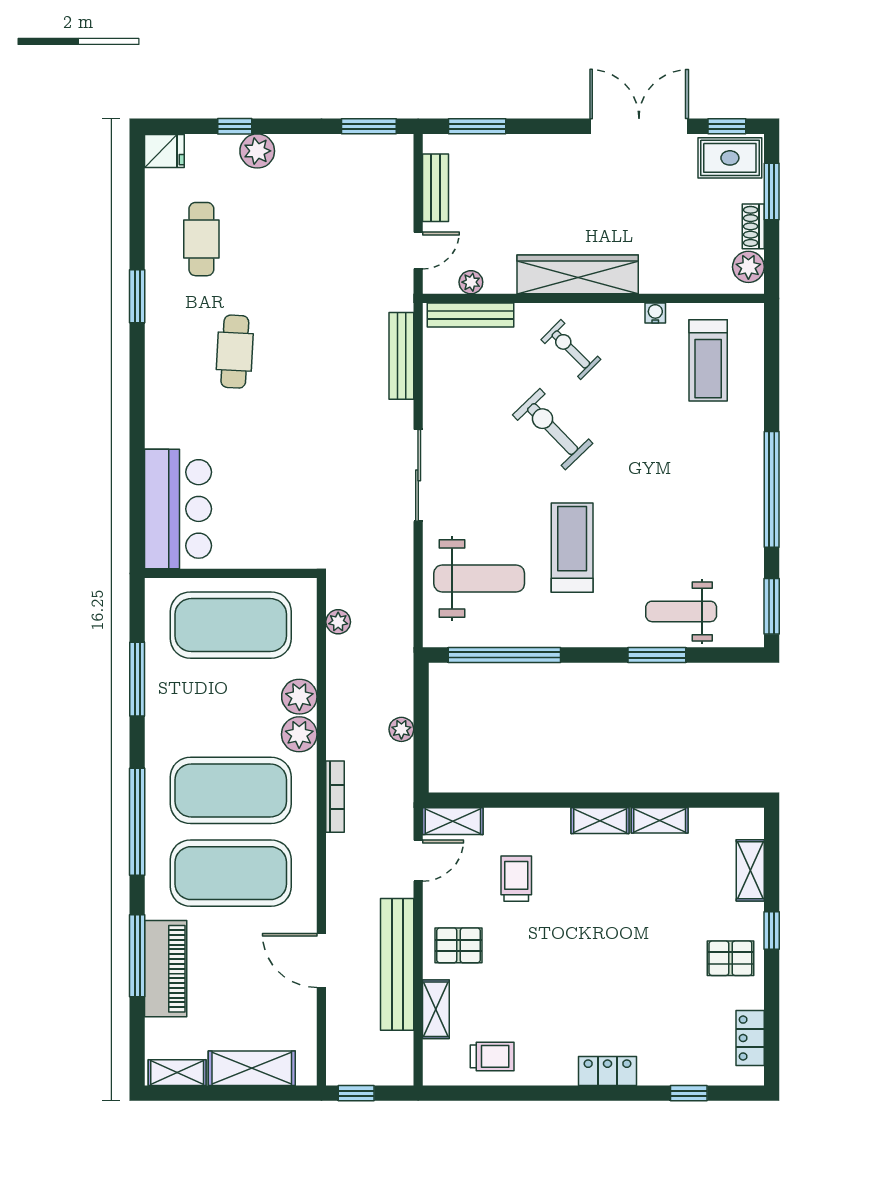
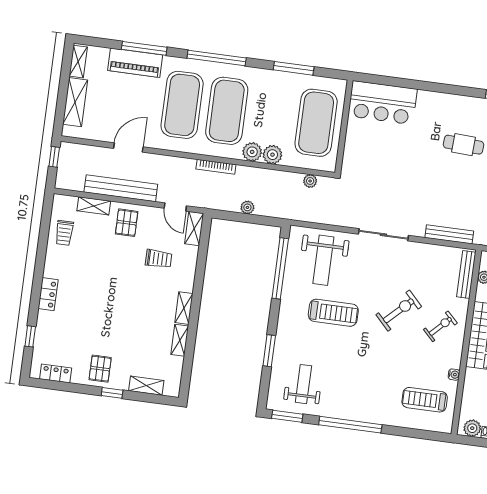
weight bench: (681, 611) -> (303, 384), moved

